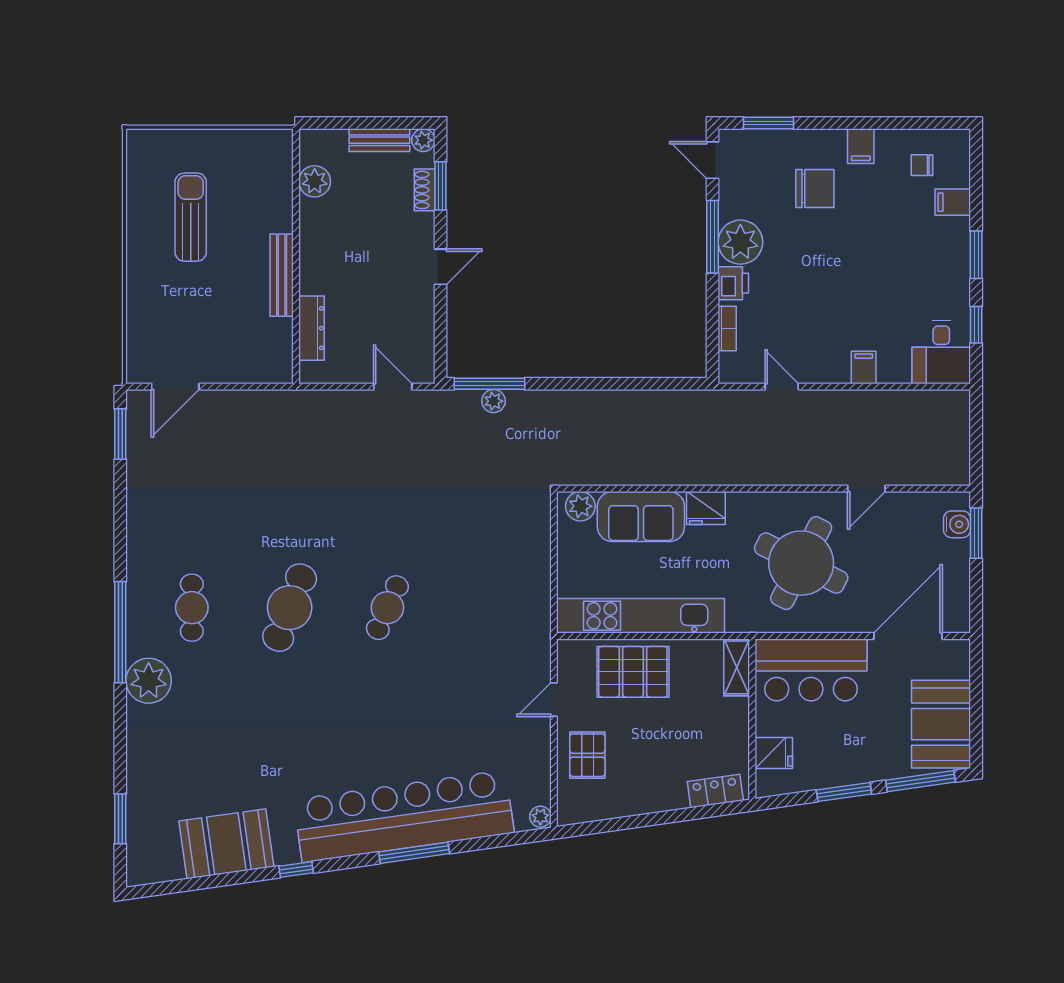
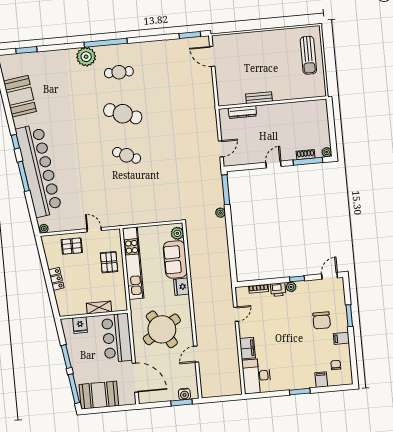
window: (768, 123) -> (349, 316), moved
bench: (379, 140) -> (325, 133), removed
plant: (315, 181) -> (305, 108), removed
window: (441, 186) -> (308, 161), width x1.44
sun lounger: (191, 217) -> (308, 55), moved, turned 90
window: (713, 237) -> (297, 279), width x0.46
plant: (740, 242) -> (291, 287), width x0.53, depth x0.53
door: (441, 267) -> (274, 164), swing flipped
bench: (282, 275) -> (259, 98), width x0.73
window: (976, 325) -> (270, 394), removed
desk: (941, 352) -> (257, 376), width x1.37
filing cabinet: (864, 367) -> (247, 348), width x2.00
plant: (494, 401) -> (220, 213), moved
door: (866, 489) -> (196, 354), hinge flipped
round table: (801, 563) -> (162, 329), turned 31
shelving: (737, 667) -> (99, 308), moved
pallet: (633, 672) -> (109, 262), width x0.67, depth x0.71
locker: (715, 791) -> (56, 279), moved
window: (296, 869) -> (15, 142), moved

